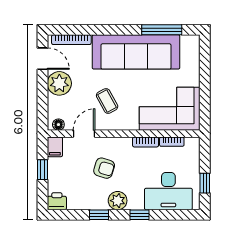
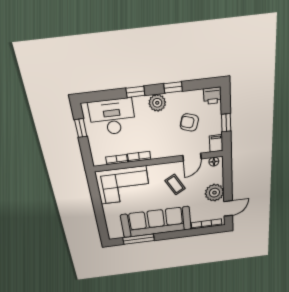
door: (43, 59) -> (228, 208), swing flipped
armchair: (104, 168) -> (189, 122), moved

